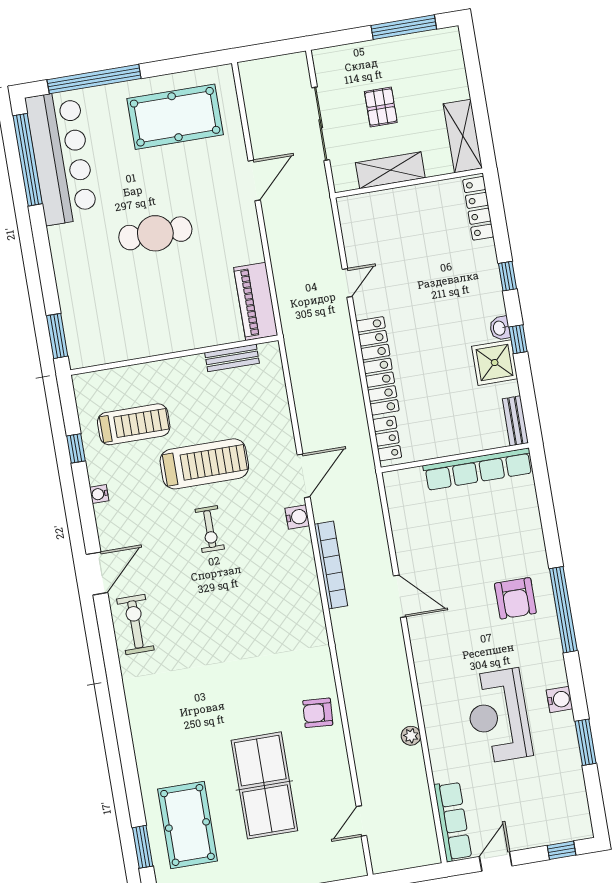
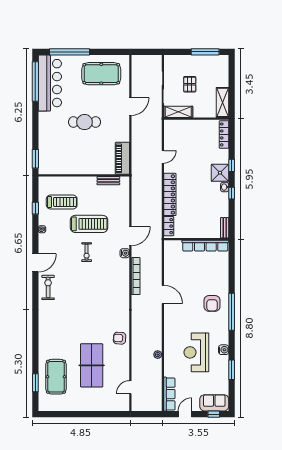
shelving: (390, 170) -> (178, 112), moved
shower: (495, 363) -> (220, 173), moved
sofa: (558, 824) -> (214, 403), added

